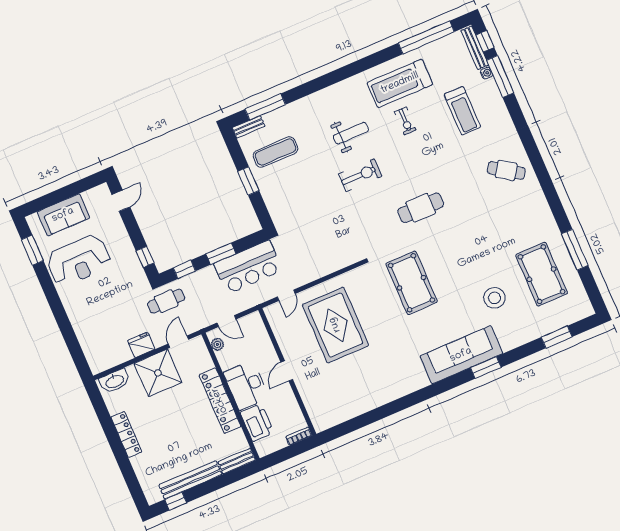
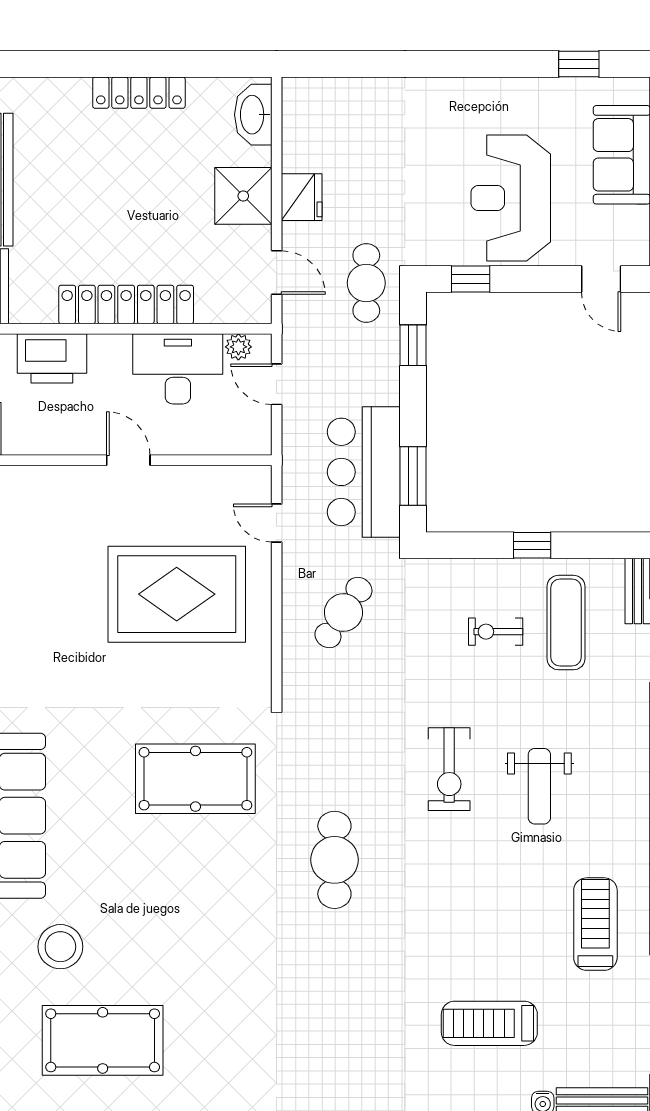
treadmill: (400, 83) -> (595, 924), width x0.73, depth x0.73
exercise bike: (405, 121) -> (496, 632), moved
cafe table: (506, 171) -> (343, 613), moved
window: (248, 181) -> (532, 545), width x0.67
window: (32, 250) -> (579, 64), width x0.67
window: (221, 254) -> (413, 476), moved
reception desk: (79, 260) -> (511, 198), moved
stool: (495, 298) -> (60, 947), moved
door: (226, 321) -> (277, 384), hinge flipped
shower: (158, 373) -> (243, 196), width x0.73, depth x0.73
desk: (246, 385) -> (178, 369), moved

